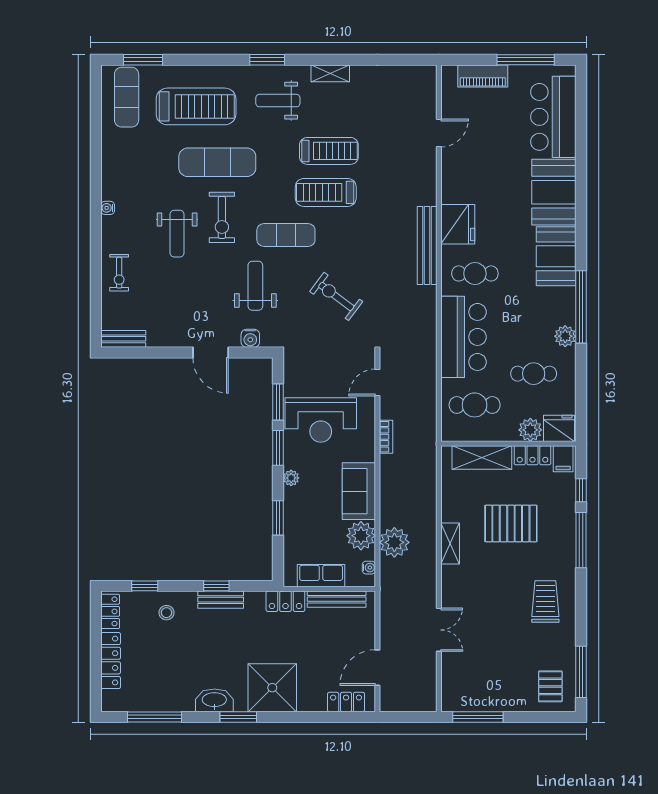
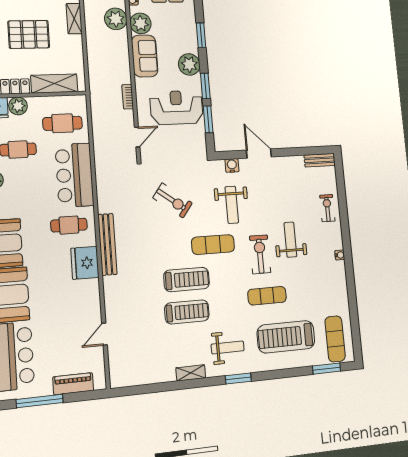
treadmill: (329, 151) -> (187, 312), turned 180
exercise mat: (217, 162) -> (267, 296), width x0.73, depth x0.69
plant: (291, 478) -> (189, 64), width x1.88, depth x1.88

